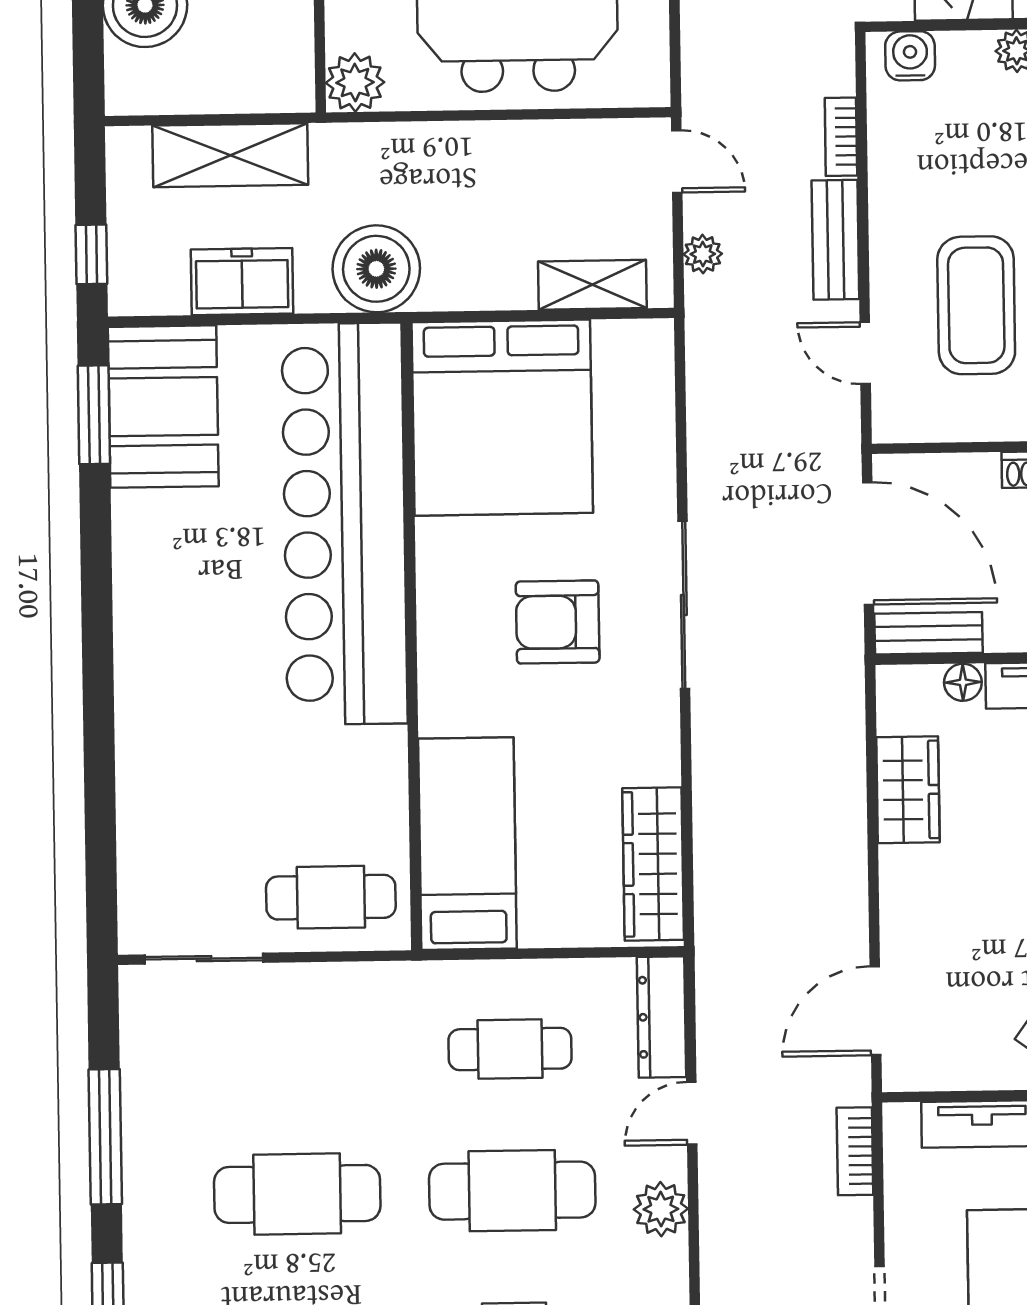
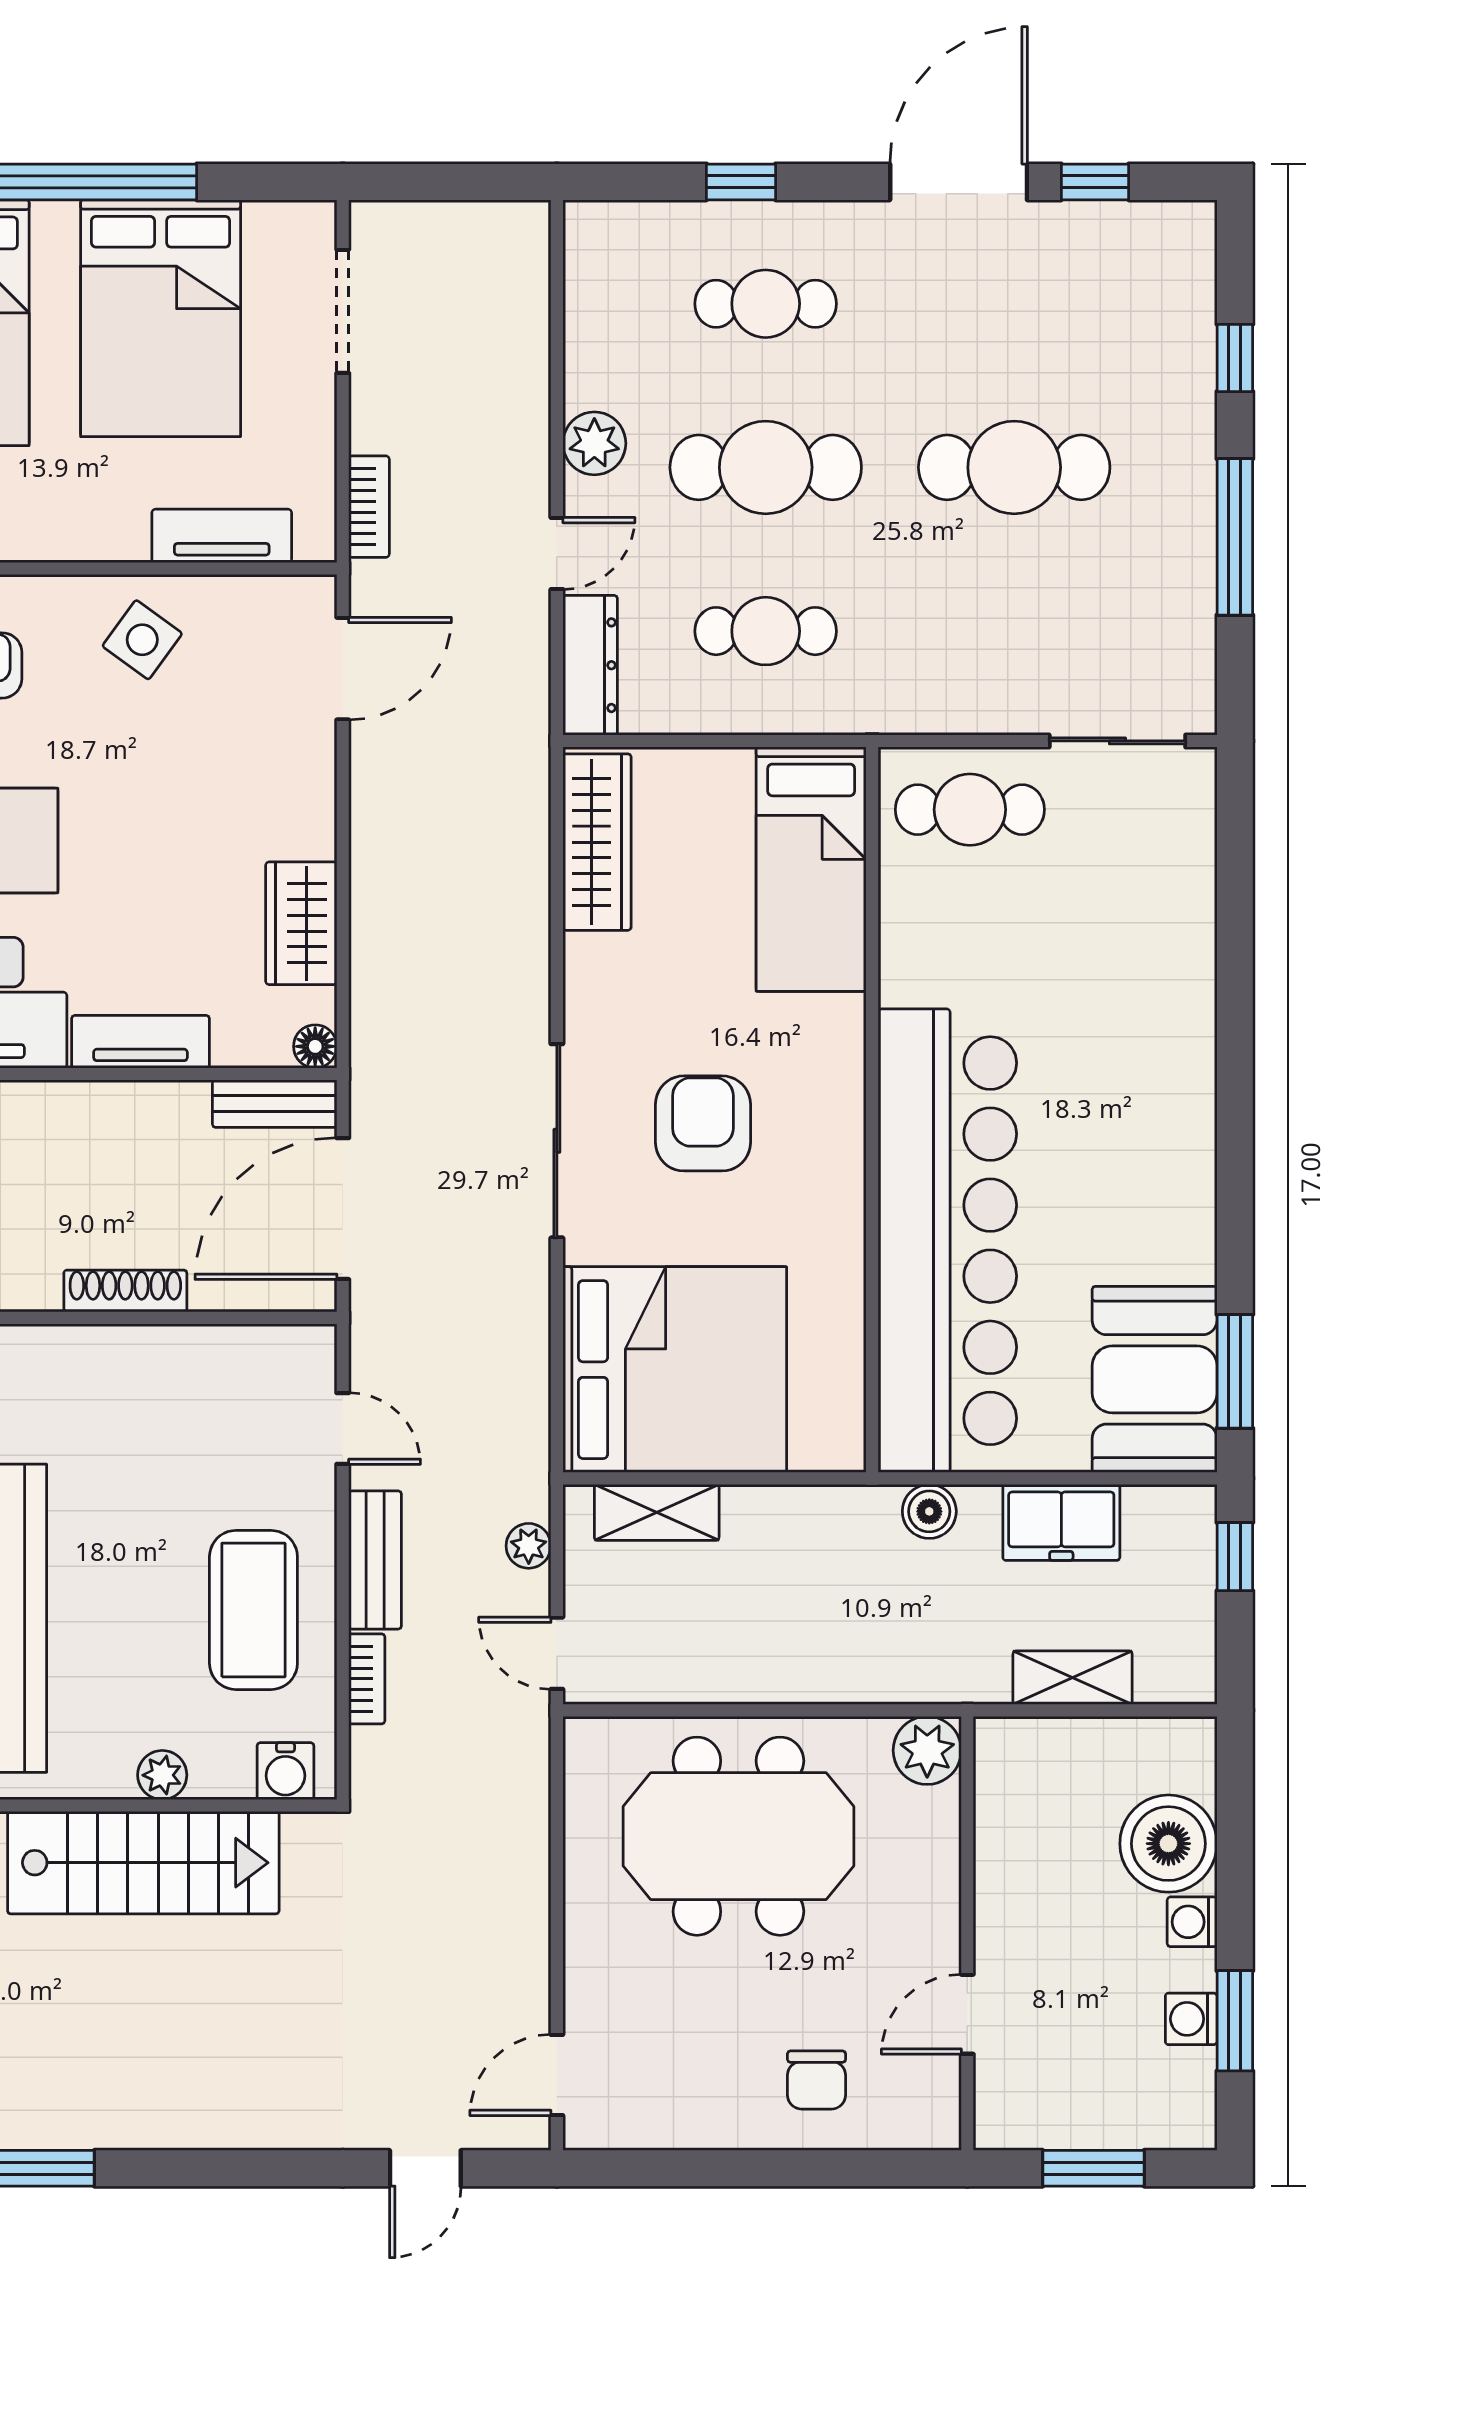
shelving: (230, 155) -> (1073, 1678), width x0.67, depth x0.75
boiler: (376, 269) -> (929, 1511), width x0.54, depth x0.54
coffee table: (976, 305) -> (253, 1610), moved
bed: (502, 418) -> (675, 1370), moved, turned 90
door: (868, 543) -> (343, 1209), hinge flipped
armchair: (558, 622) -> (703, 1123), turned -90
floor lamp: (963, 682) -> (315, 1046), moved

